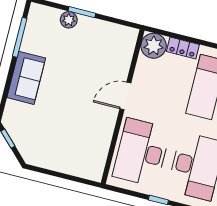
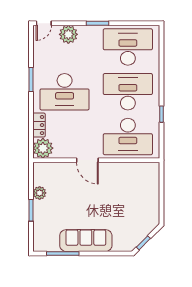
plant: (69, 20) -> (40, 193), moved
sofa: (26, 78) -> (86, 241), width x1.36

